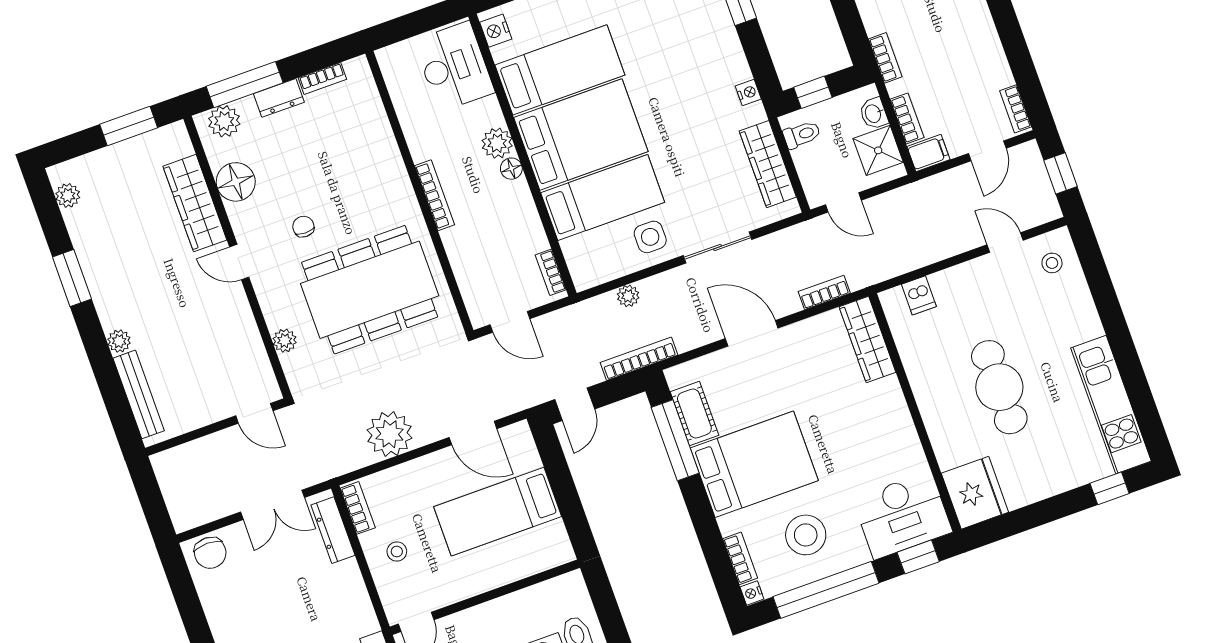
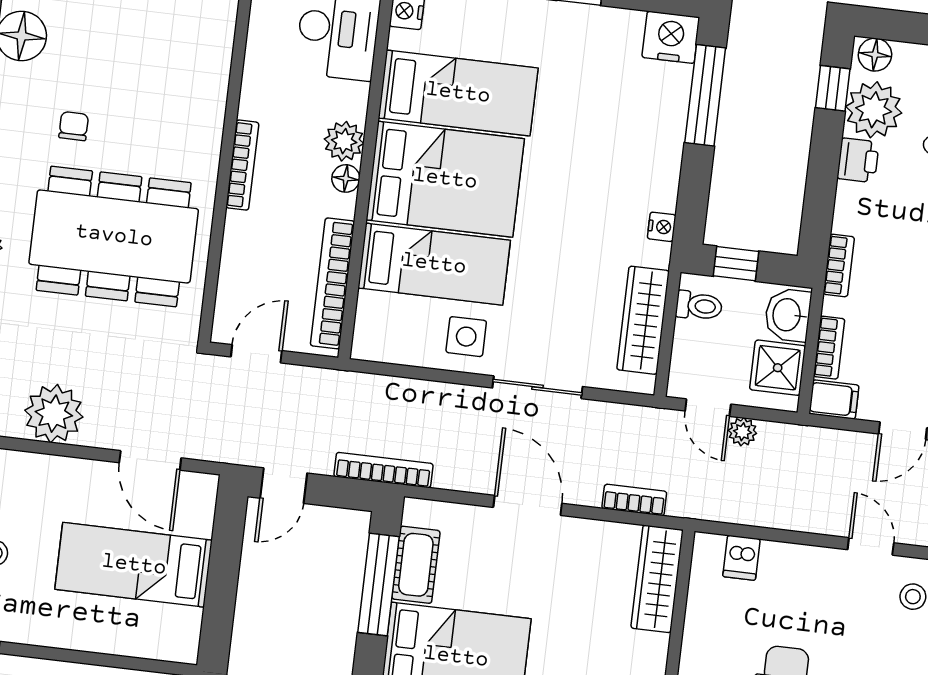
washbasin: (874, 113) -> (788, 315), width x1.38, depth x1.45
bookcase: (551, 272) -> (332, 283), width x2.31, depth x1.31
plant: (628, 296) -> (742, 432), moved
door: (510, 322) -> (256, 354), swing flipped

